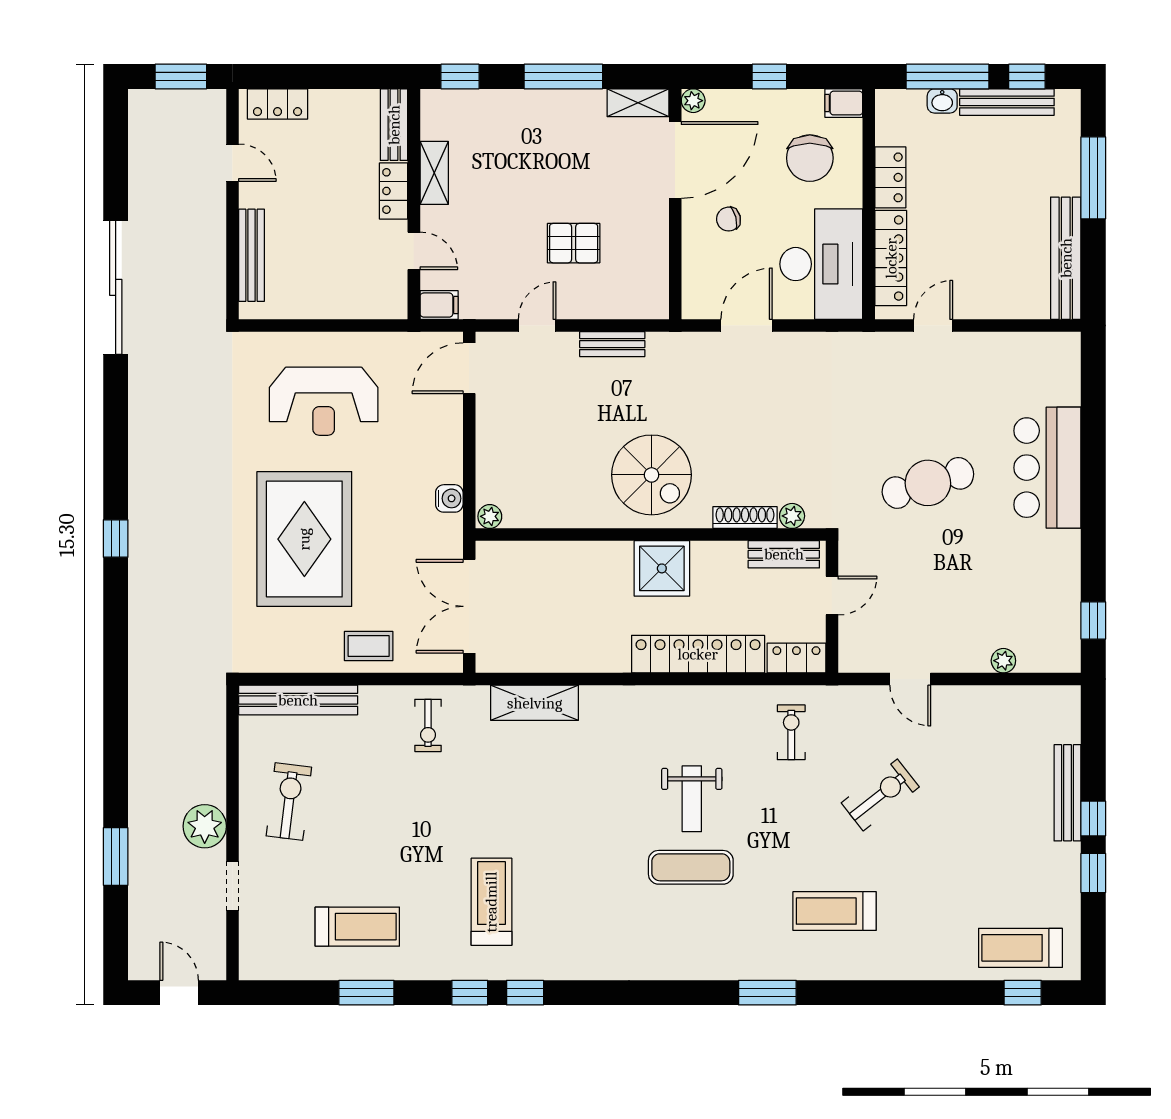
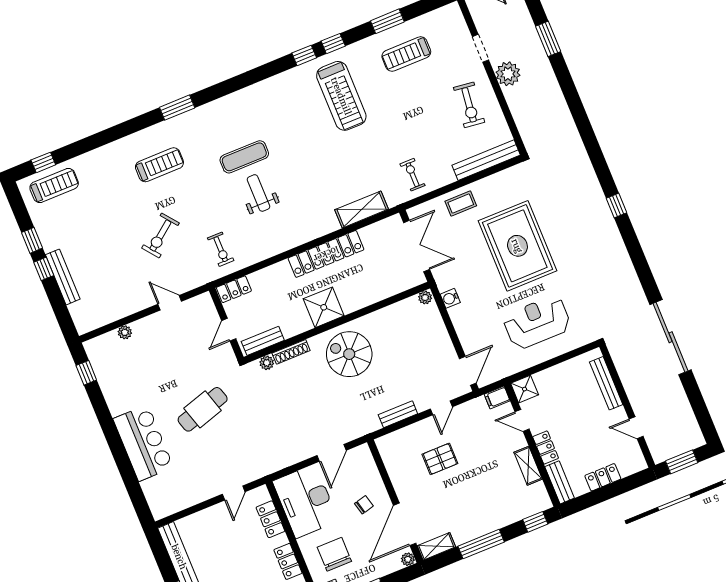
locker: (278, 104) -> (603, 477), moved
locker: (891, 258) -> (270, 519), width x0.66
shower: (389, 300) -> (525, 389), added
locker: (698, 654) -> (326, 254), moved
treadmill: (491, 902) -> (341, 96), width x1.37, depth x1.38

